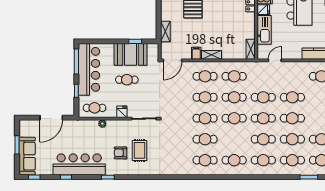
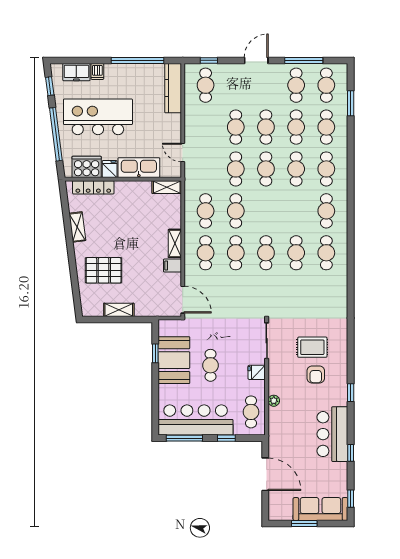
shelving: (165, 32) -> (119, 310), moved
cafe table: (234, 118) -> (266, 211), removed
bar counter: (79, 164) -> (332, 434), width x0.73

